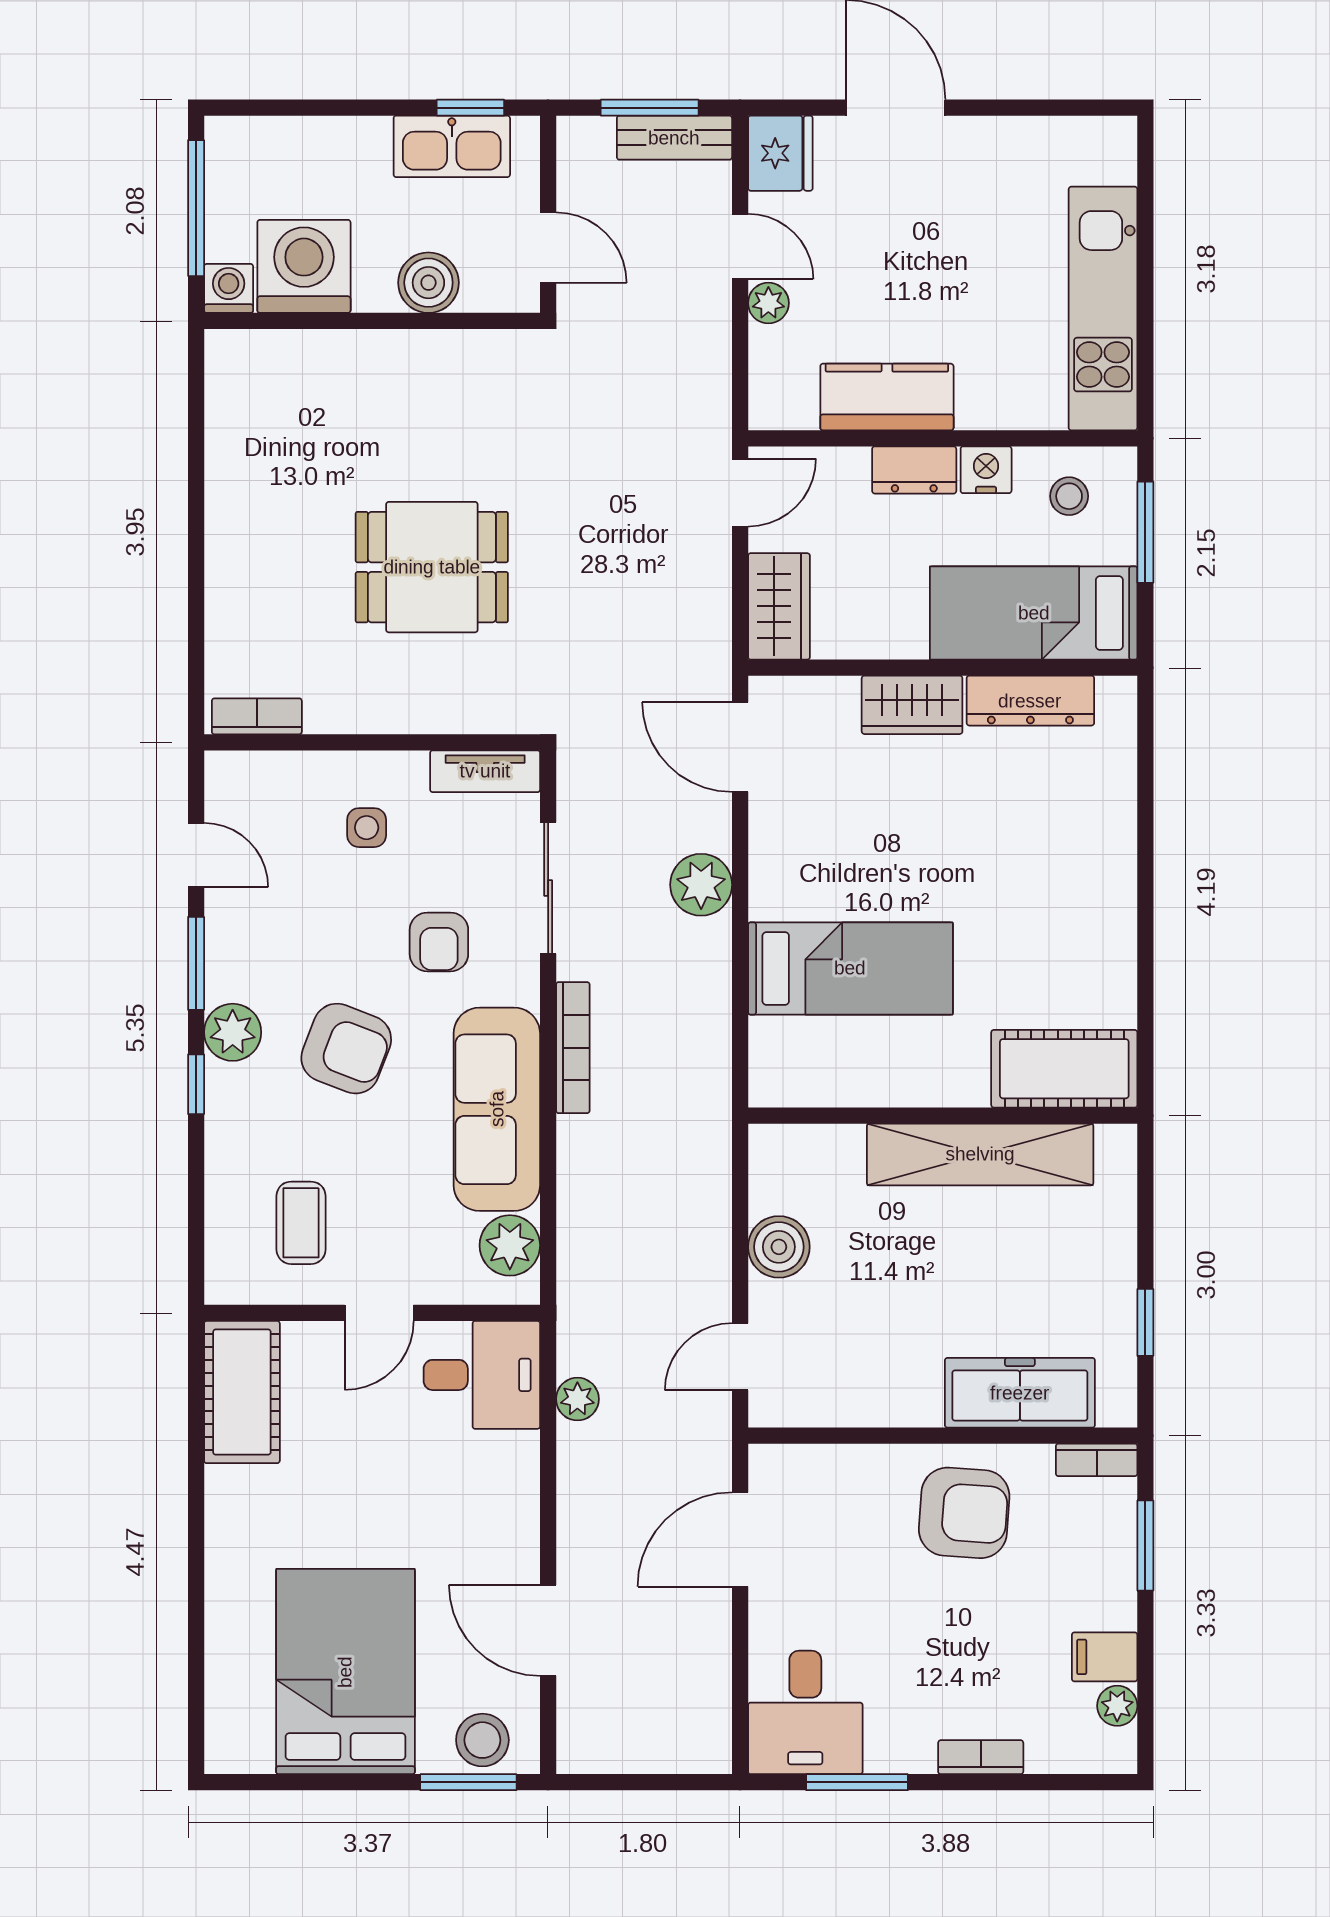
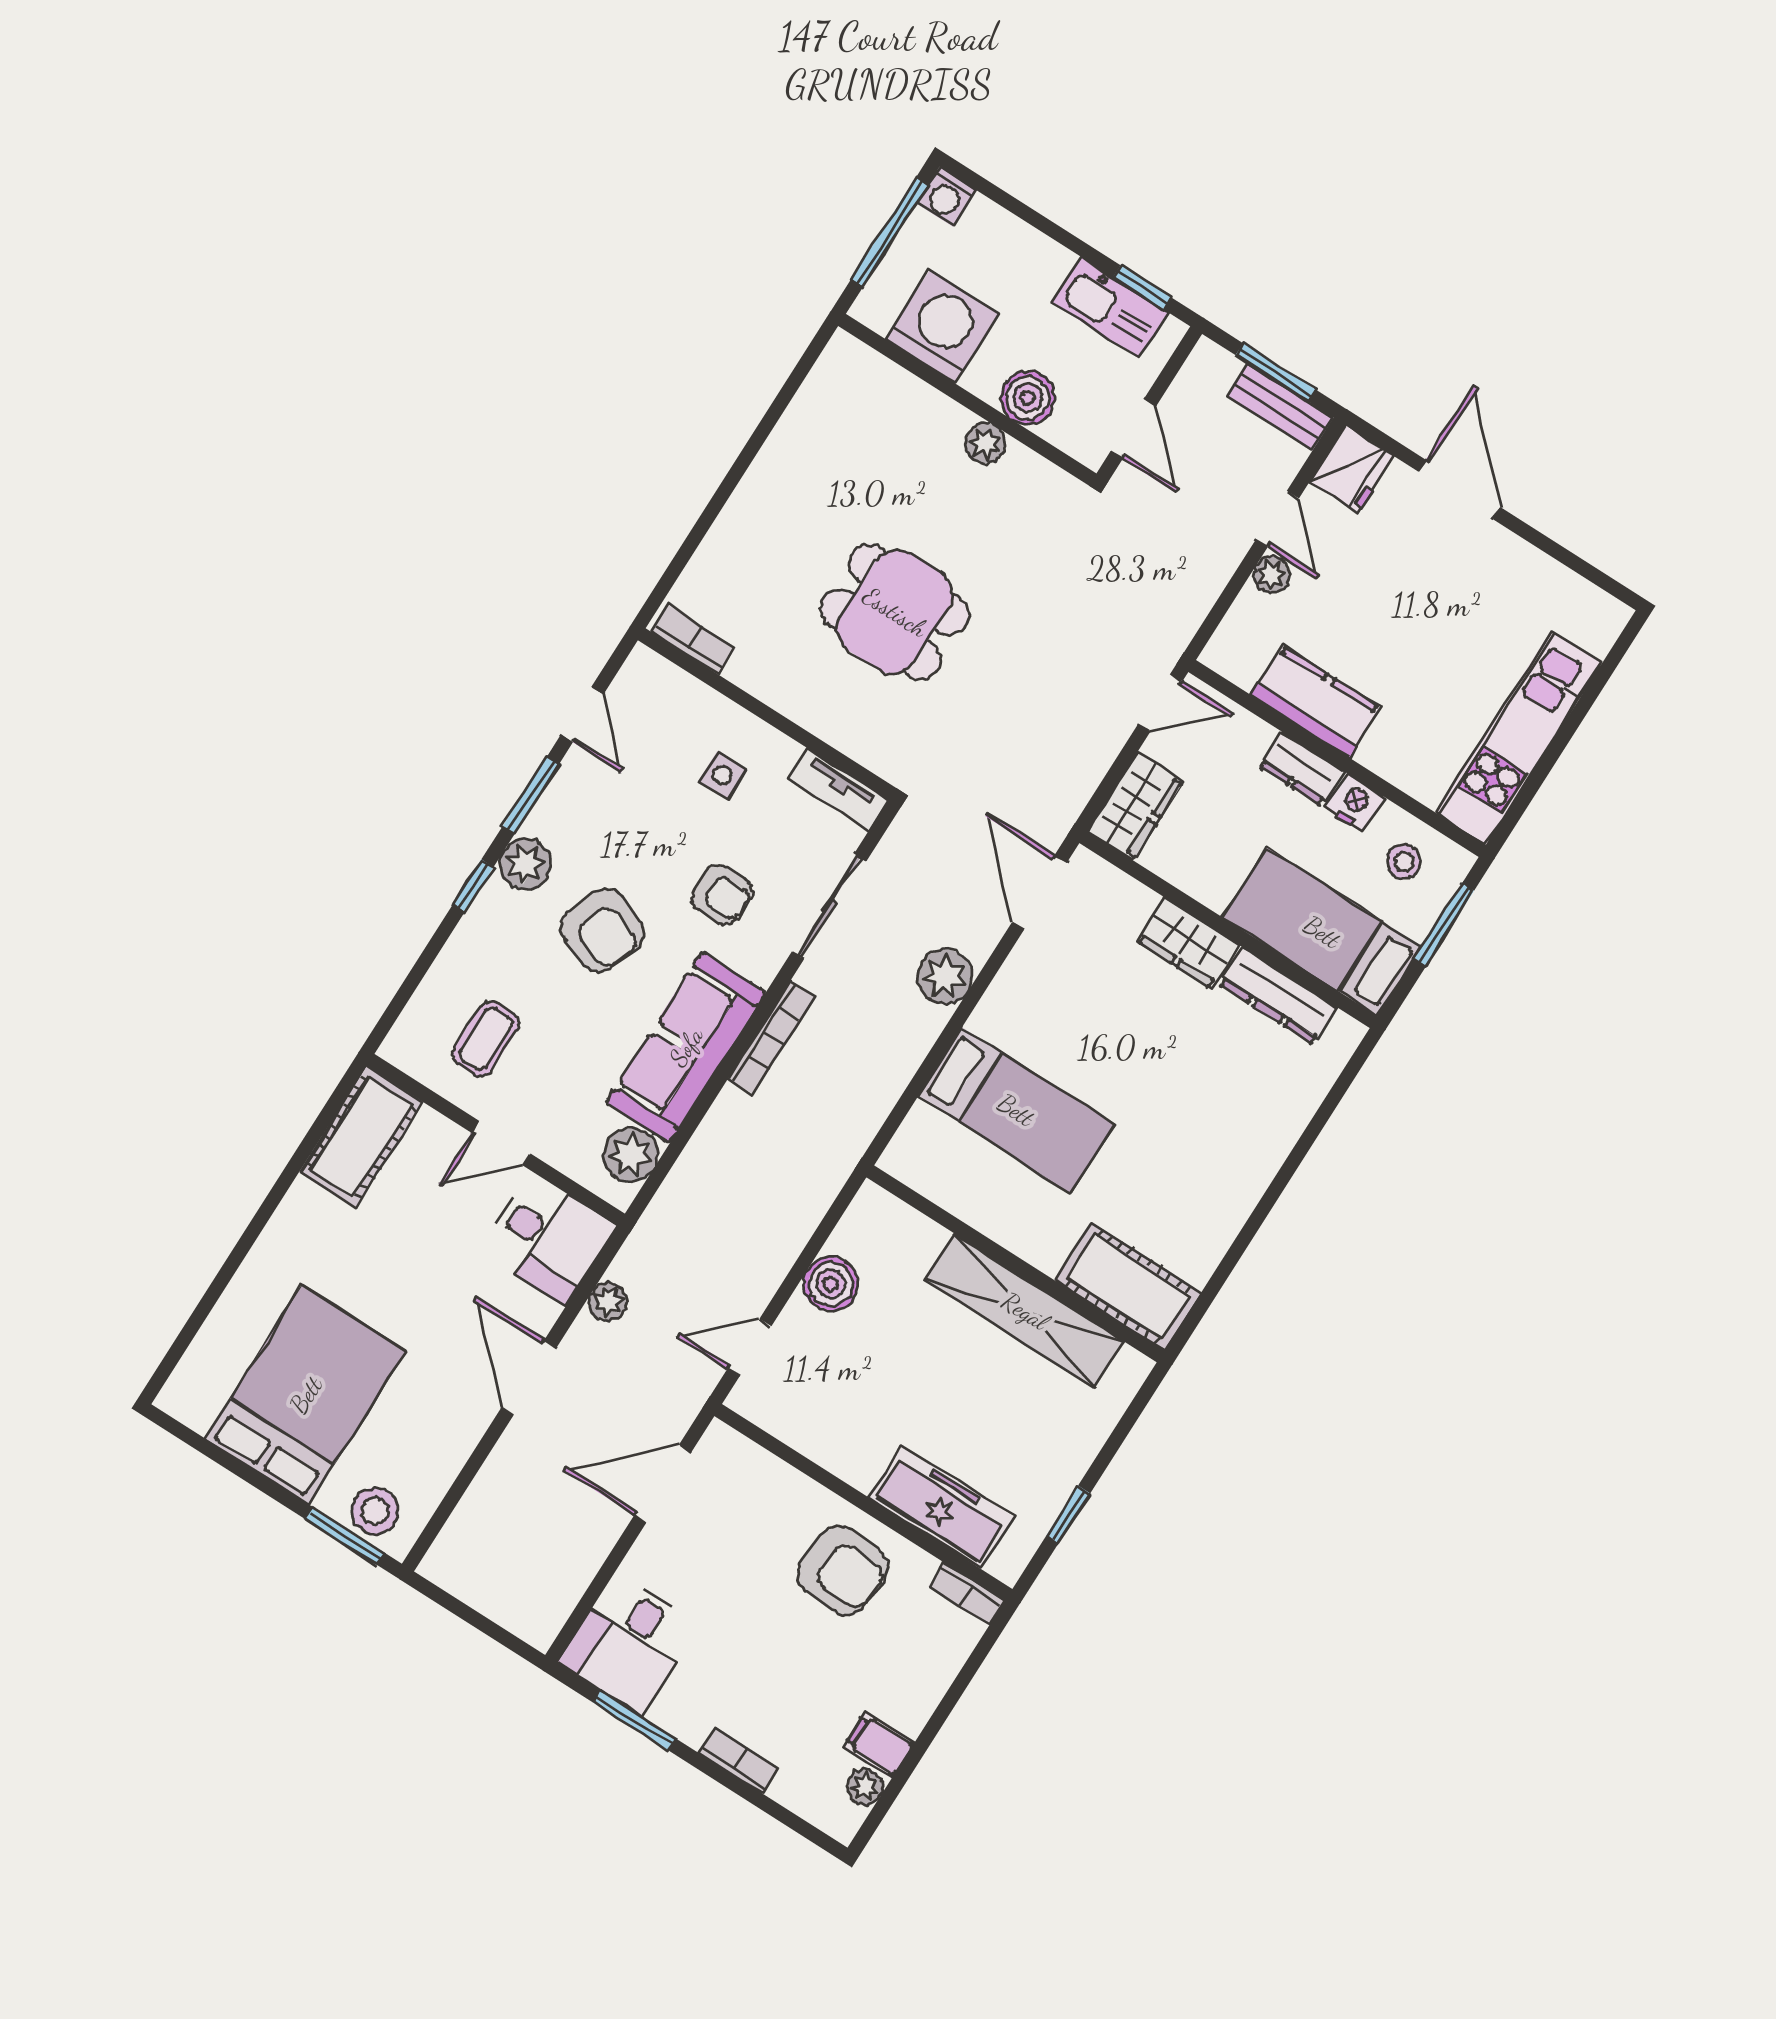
washing machine: (229, 288) -> (946, 197), moved, turned 180
plant: (416, 351) -> (985, 443), added
armchair: (439, 942) -> (722, 895), turned -90
window: (1145, 1546) -> (962, 1681), removed
door: (548, 1630) -> (529, 1377), moved

